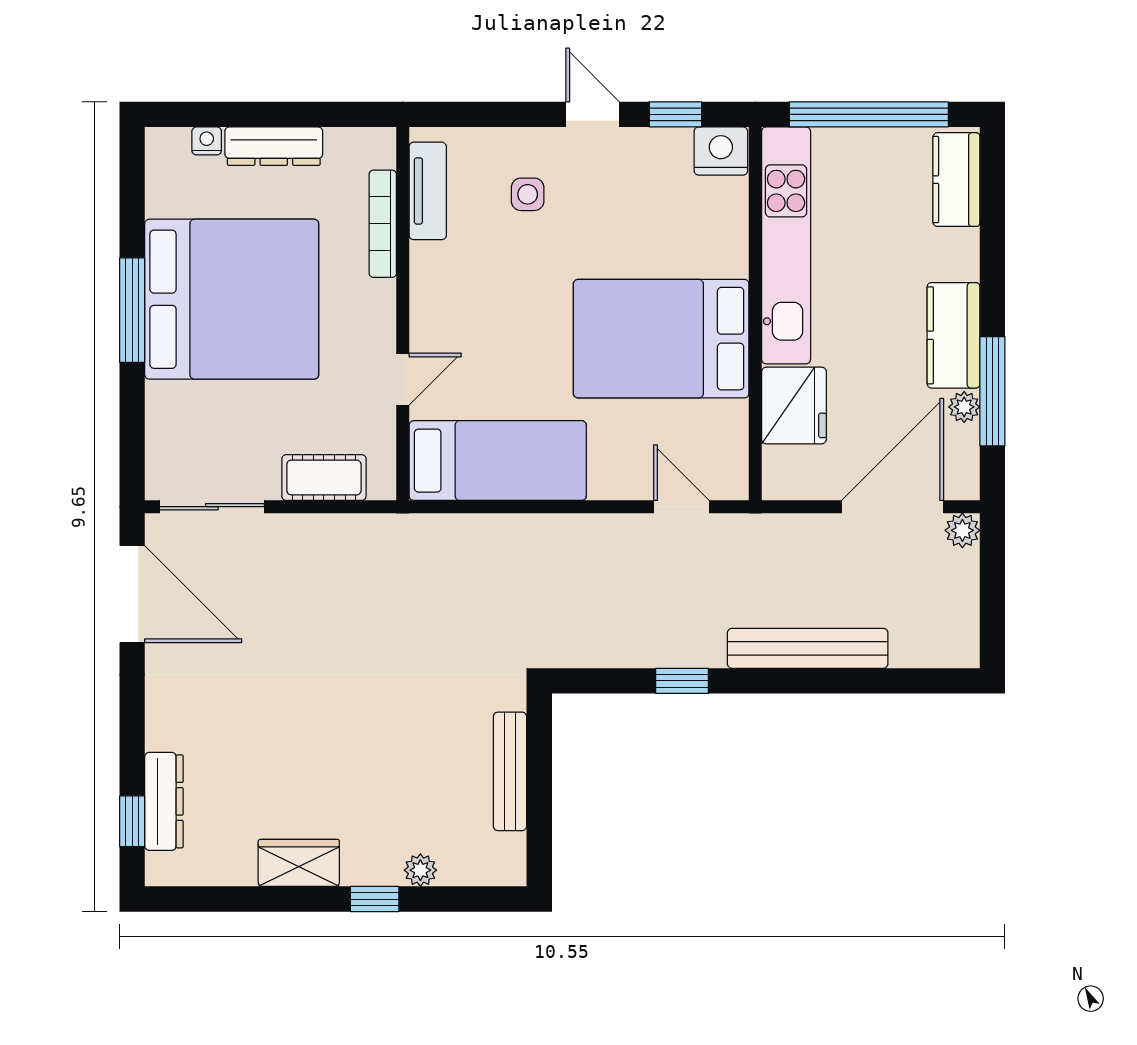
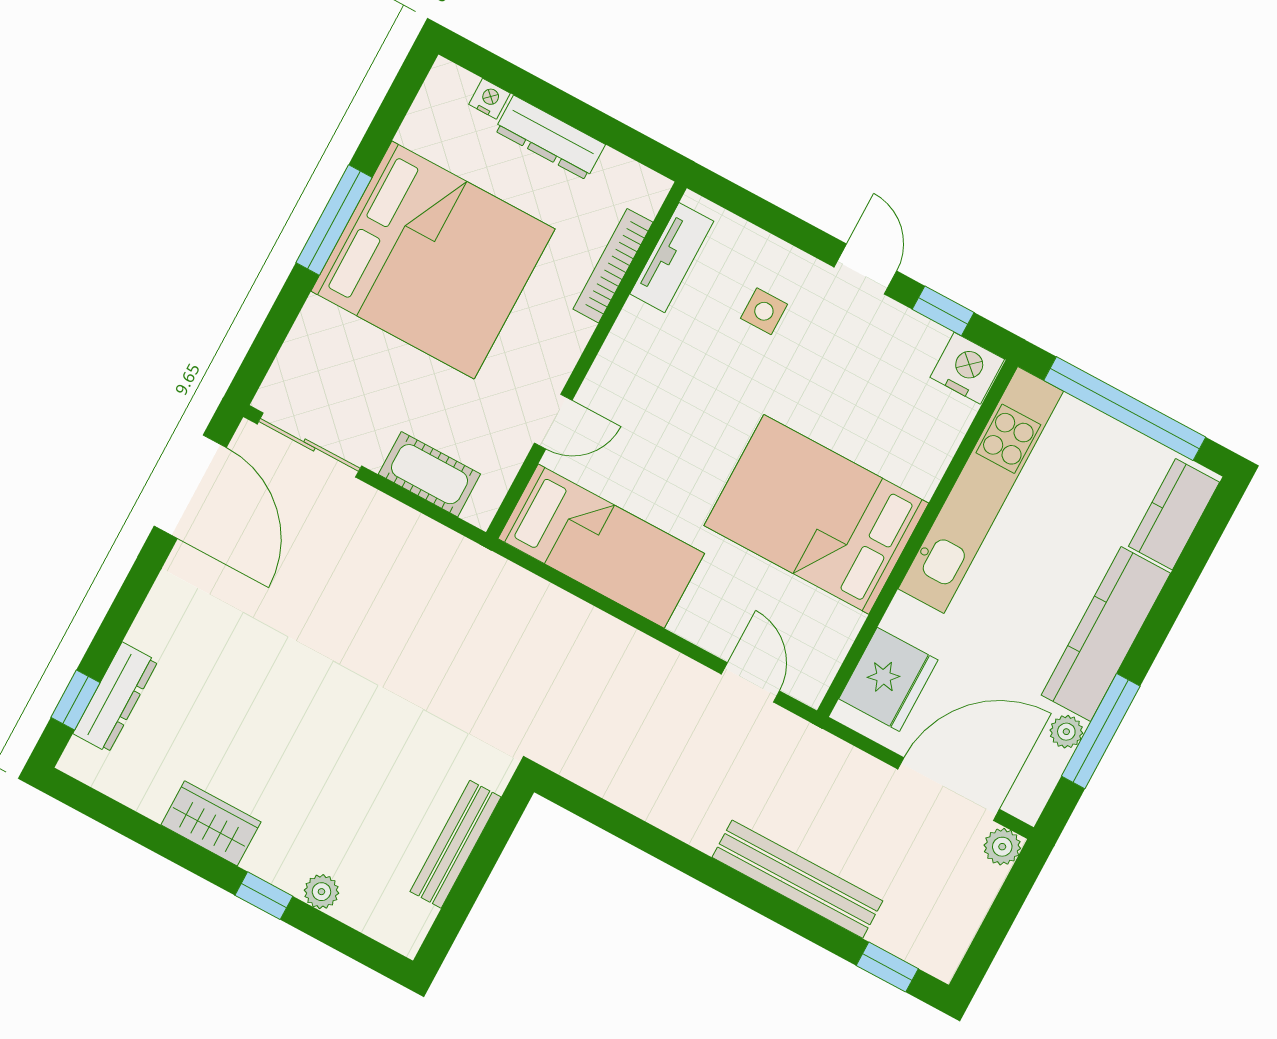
kitchen counter: (953, 335) -> (1106, 634), width x1.50
fridge: (794, 405) -> (888, 679), moved
window: (682, 681) -> (887, 967), moved

